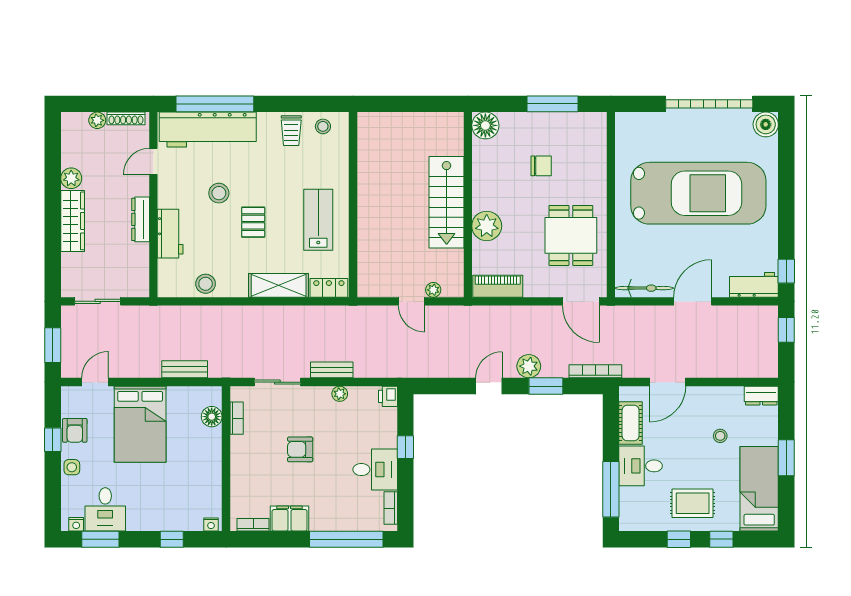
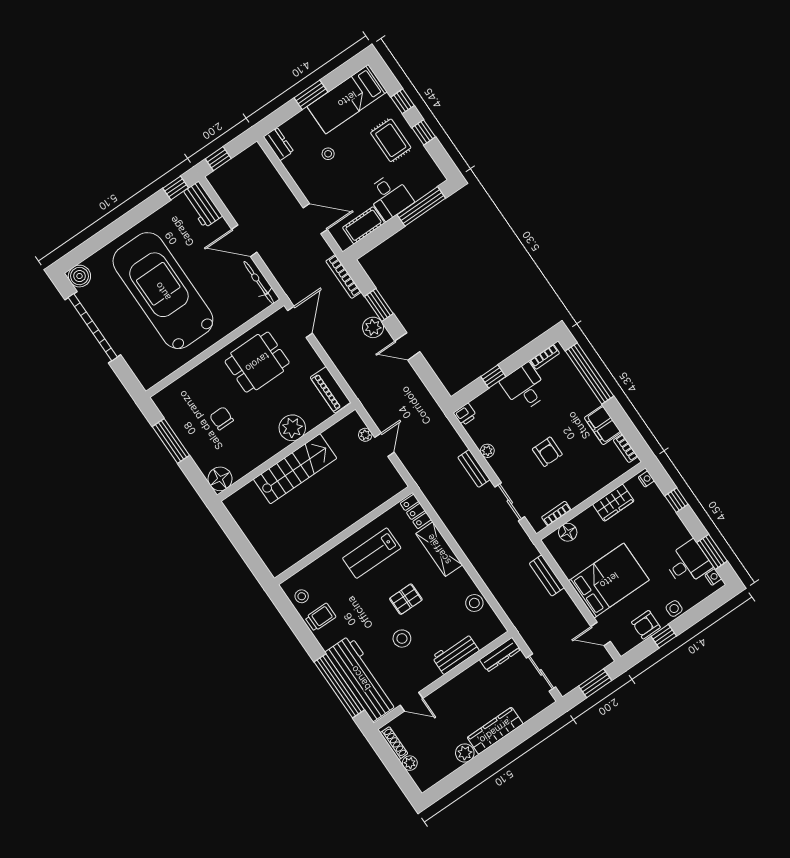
dresser: (141, 219) -> (500, 655), moved
armchair: (75, 430) -> (646, 625), turned 180
wardrobe: (210, 478) -> (613, 503), added

